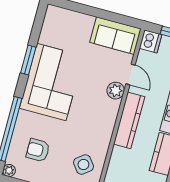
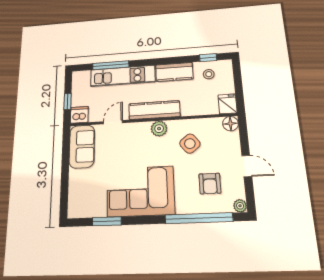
window: (28, 60) -> (107, 221), moved
plant: (116, 91) -> (159, 129), moved
side table: (83, 164) -> (190, 144), moved

